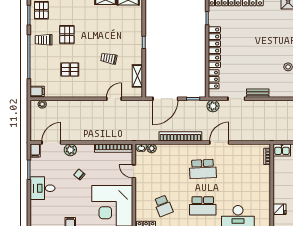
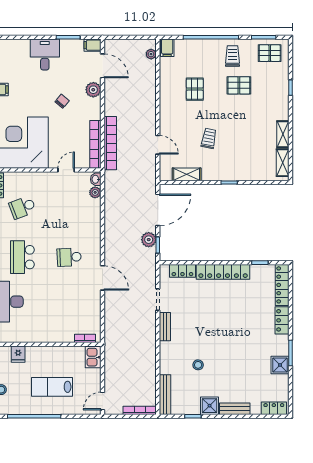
door: (165, 99) -> (158, 210), swing flipped
plant: (213, 106) -> (149, 240), moved
bookcase: (180, 136) -> (110, 143), moved
school desk: (203, 169) -> (69, 257), width x0.54

